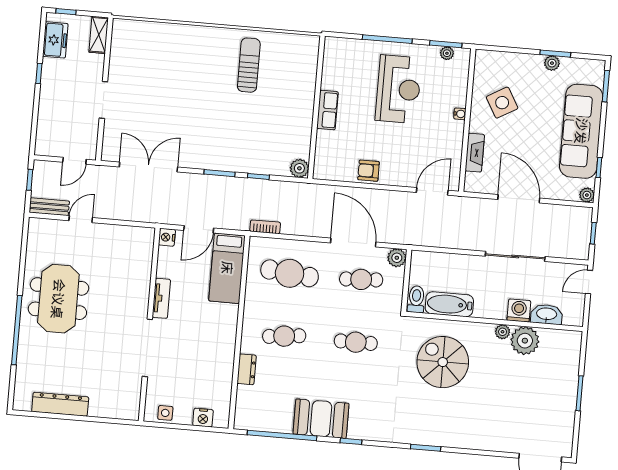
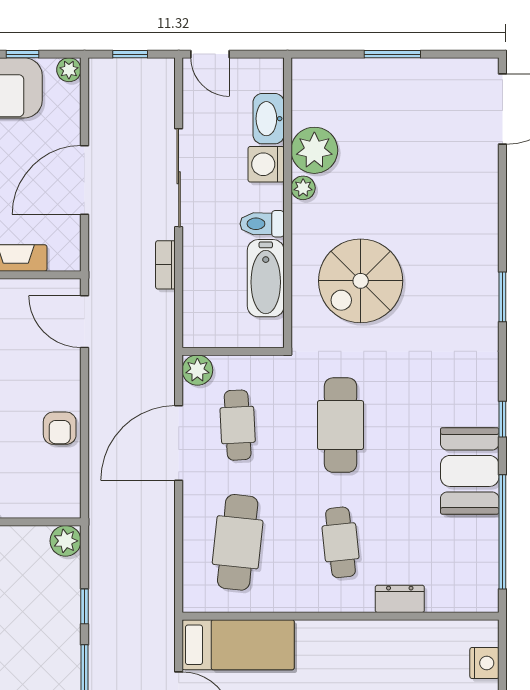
bookcase: (265, 227) -> (165, 265), moved
toilet: (416, 299) -> (262, 224), moved
cafe table: (356, 342) -> (340, 425), width x1.37, depth x1.35

